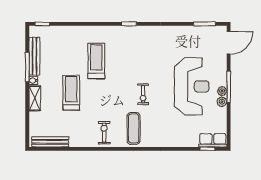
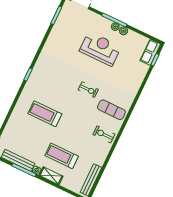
reception desk: (192, 86) -> (100, 49), width x0.74, depth x0.77
treadmill: (71, 93) -> (62, 156), moved

